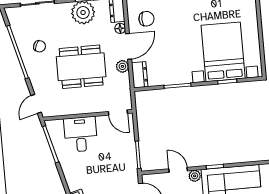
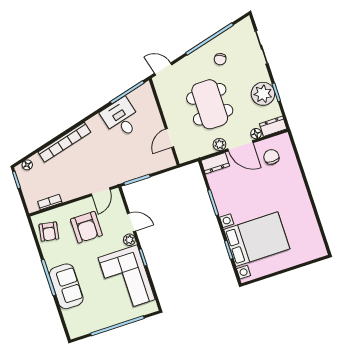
chair: (146, 19) -> (271, 157), turned 180
door: (118, 112) -> (169, 138), moved
desk: (81, 134) -> (121, 118), moved, turned -105
door: (178, 170) -> (131, 222), hinge flipped

